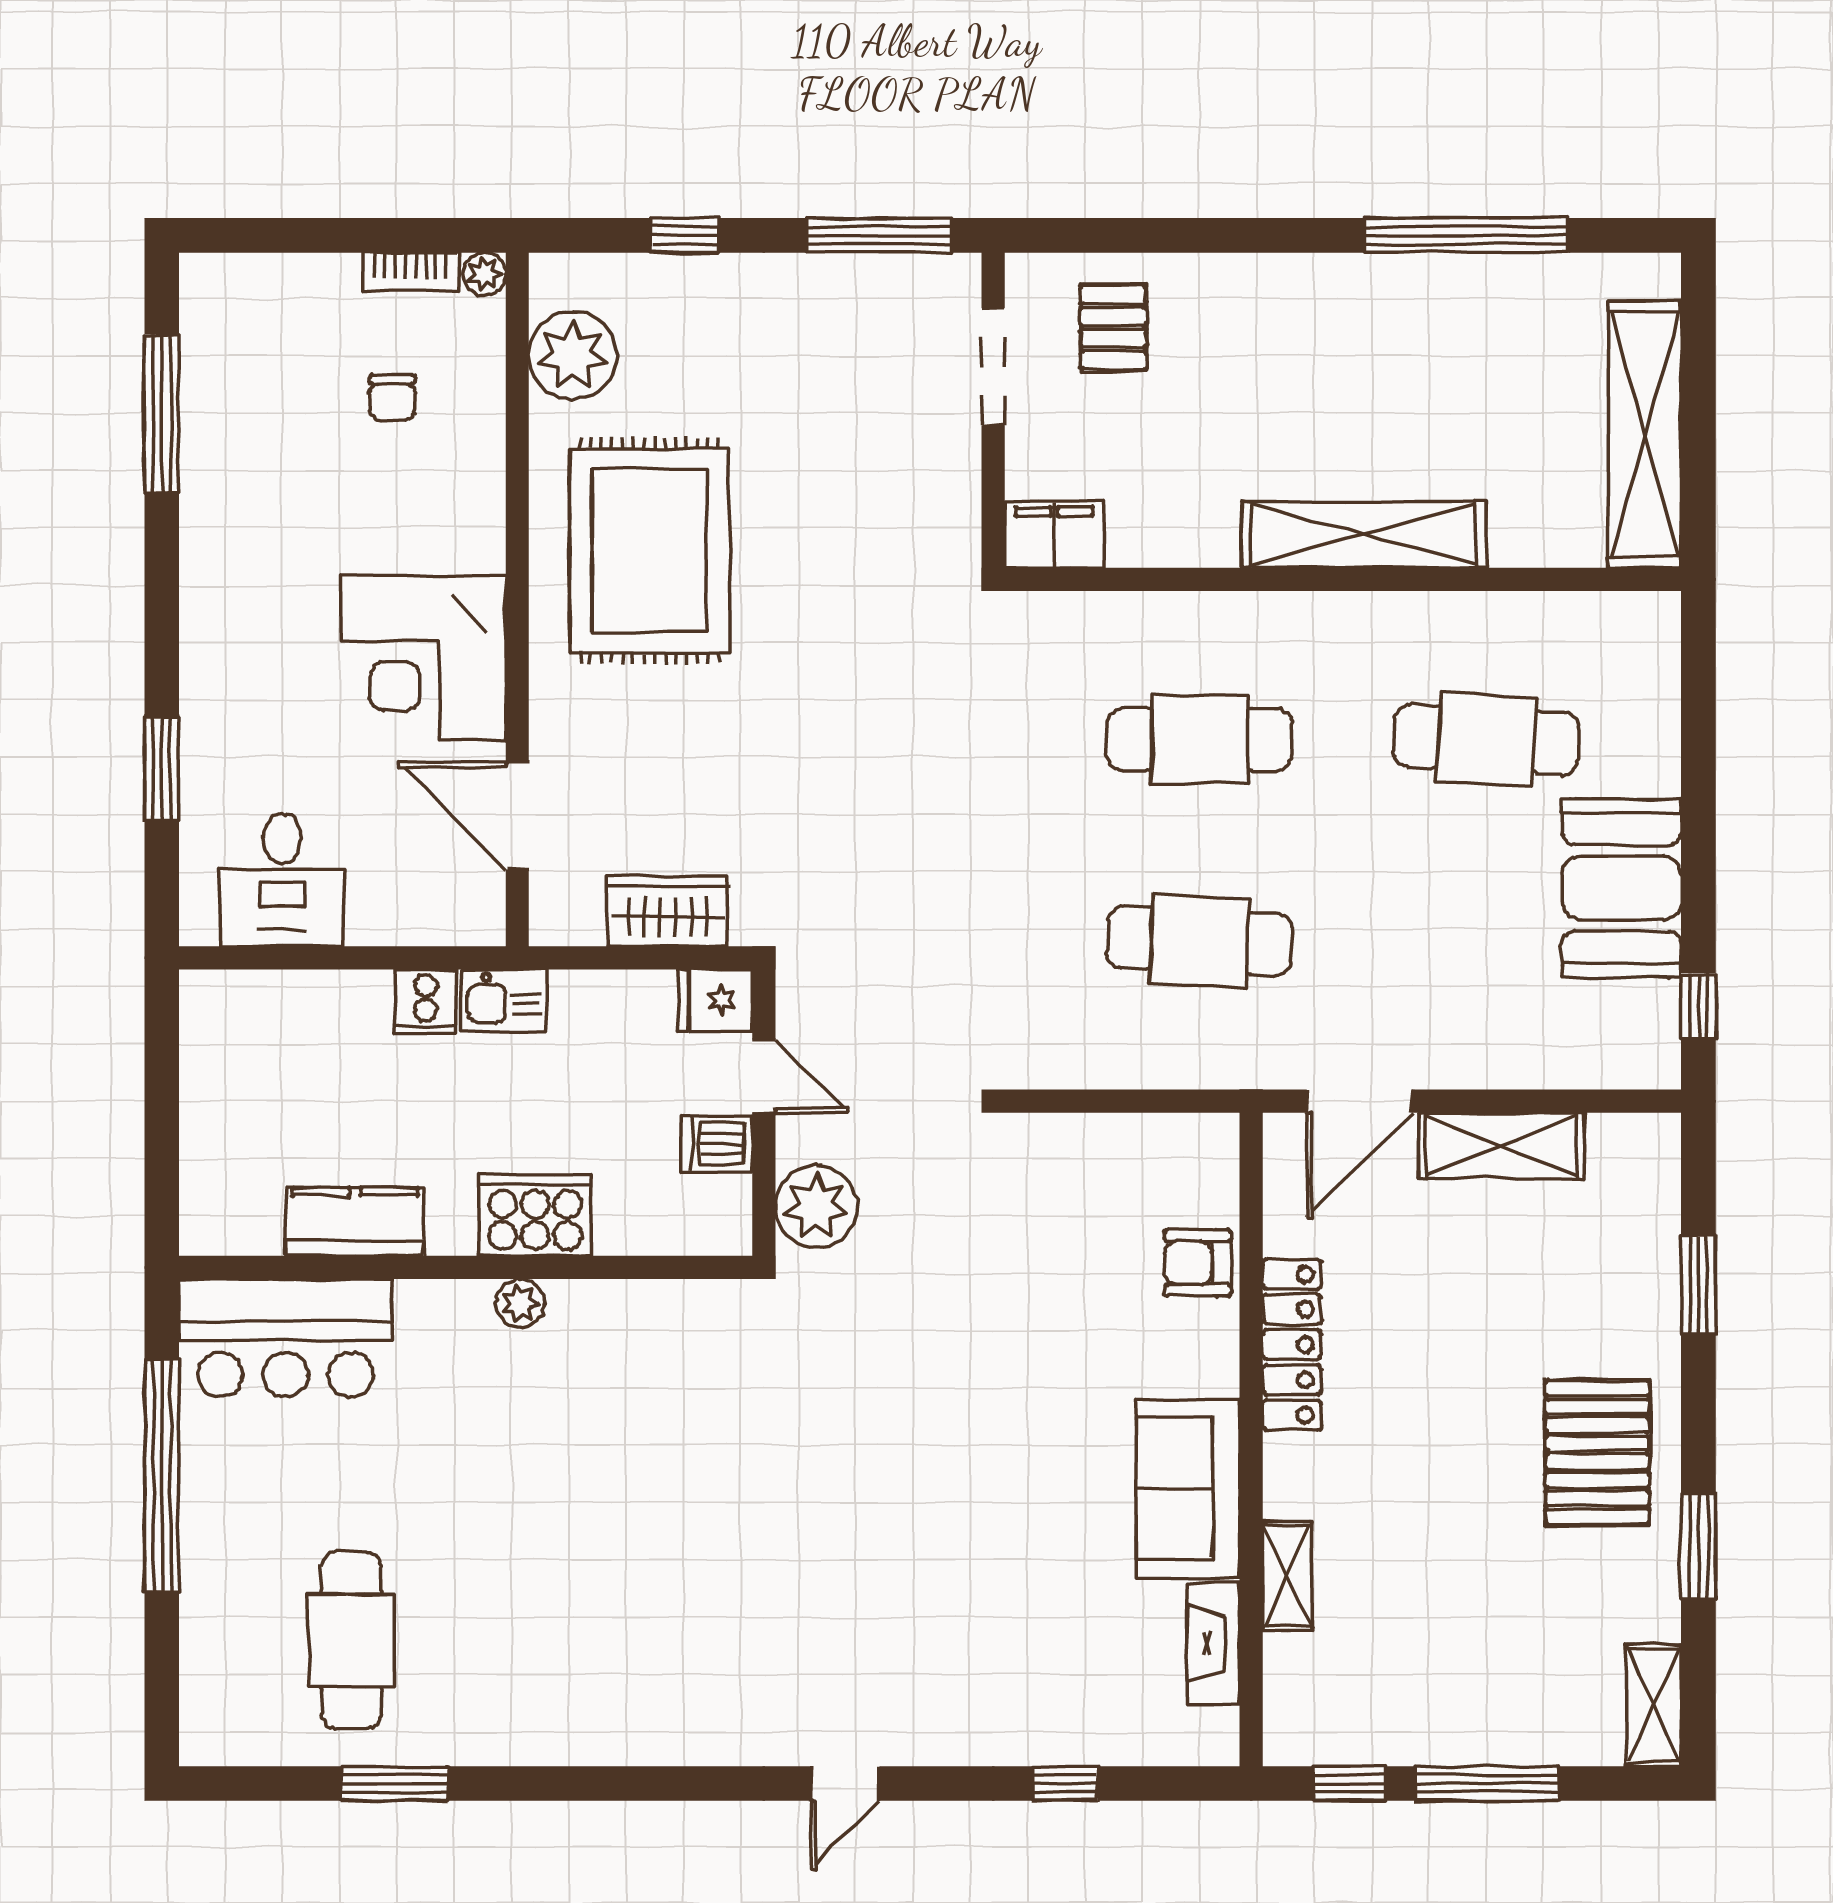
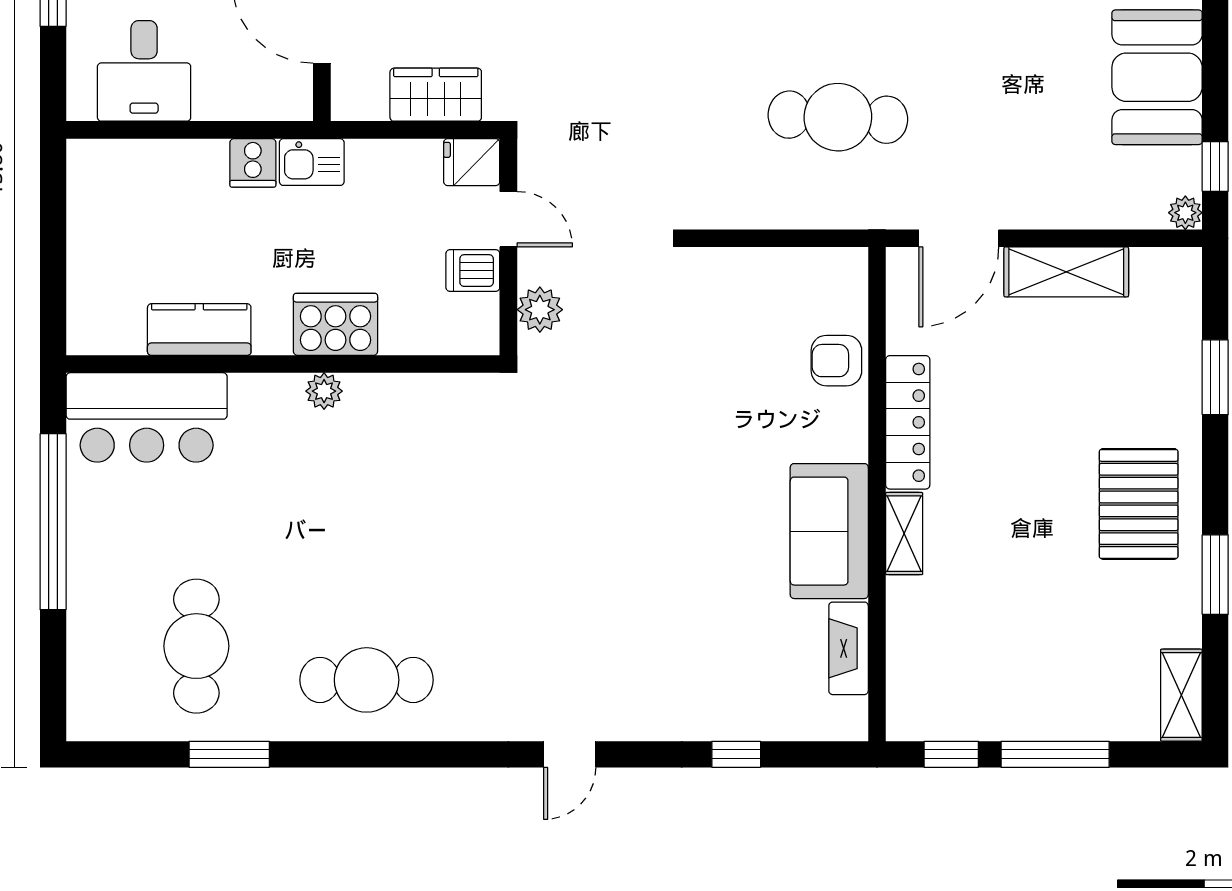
plant: (1659, 1067) -> (1185, 213), added
plant: (816, 1206) -> (540, 310), width x0.73, depth x0.73
shelving: (1287, 1576) -> (904, 534), moved
cafe table: (576, 1685) -> (367, 680), added

